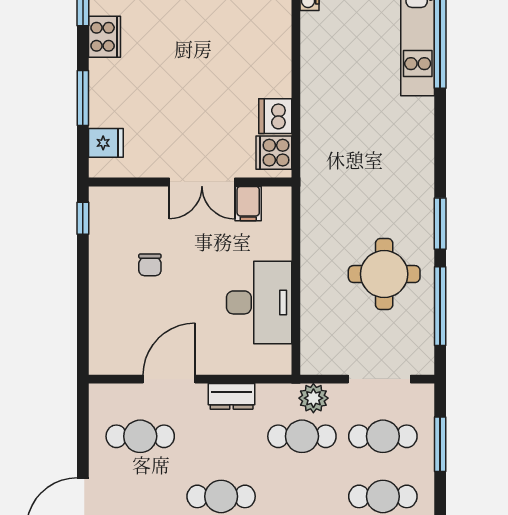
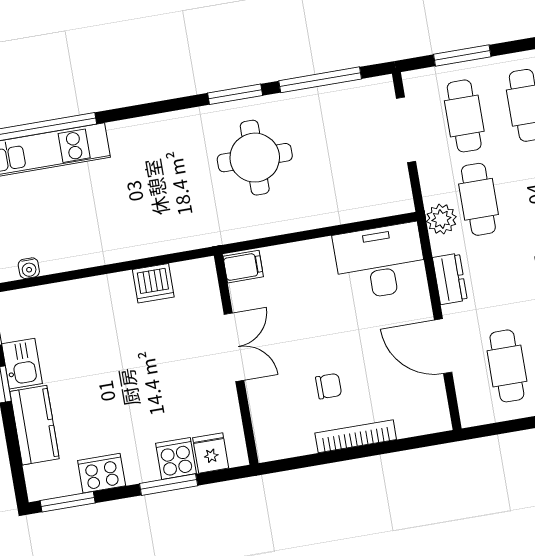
cooker: (274, 153) -> (176, 458), moved, turned 180
filing cabinet: (248, 204) -> (243, 267), moved
window: (83, 218) -> (292, 463), removed
round table: (384, 274) -> (255, 158), moved
bookcase: (98, 282) -> (356, 436), added
desk: (259, 302) -> (380, 262), moved
plant: (313, 398) -> (441, 219), moved

